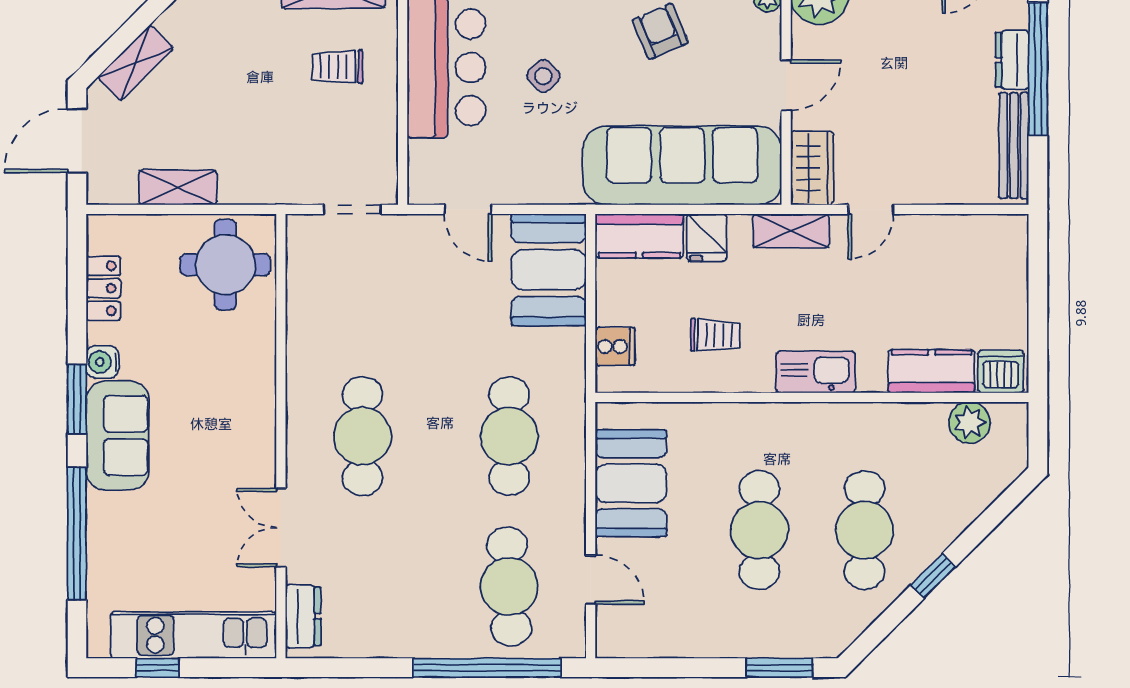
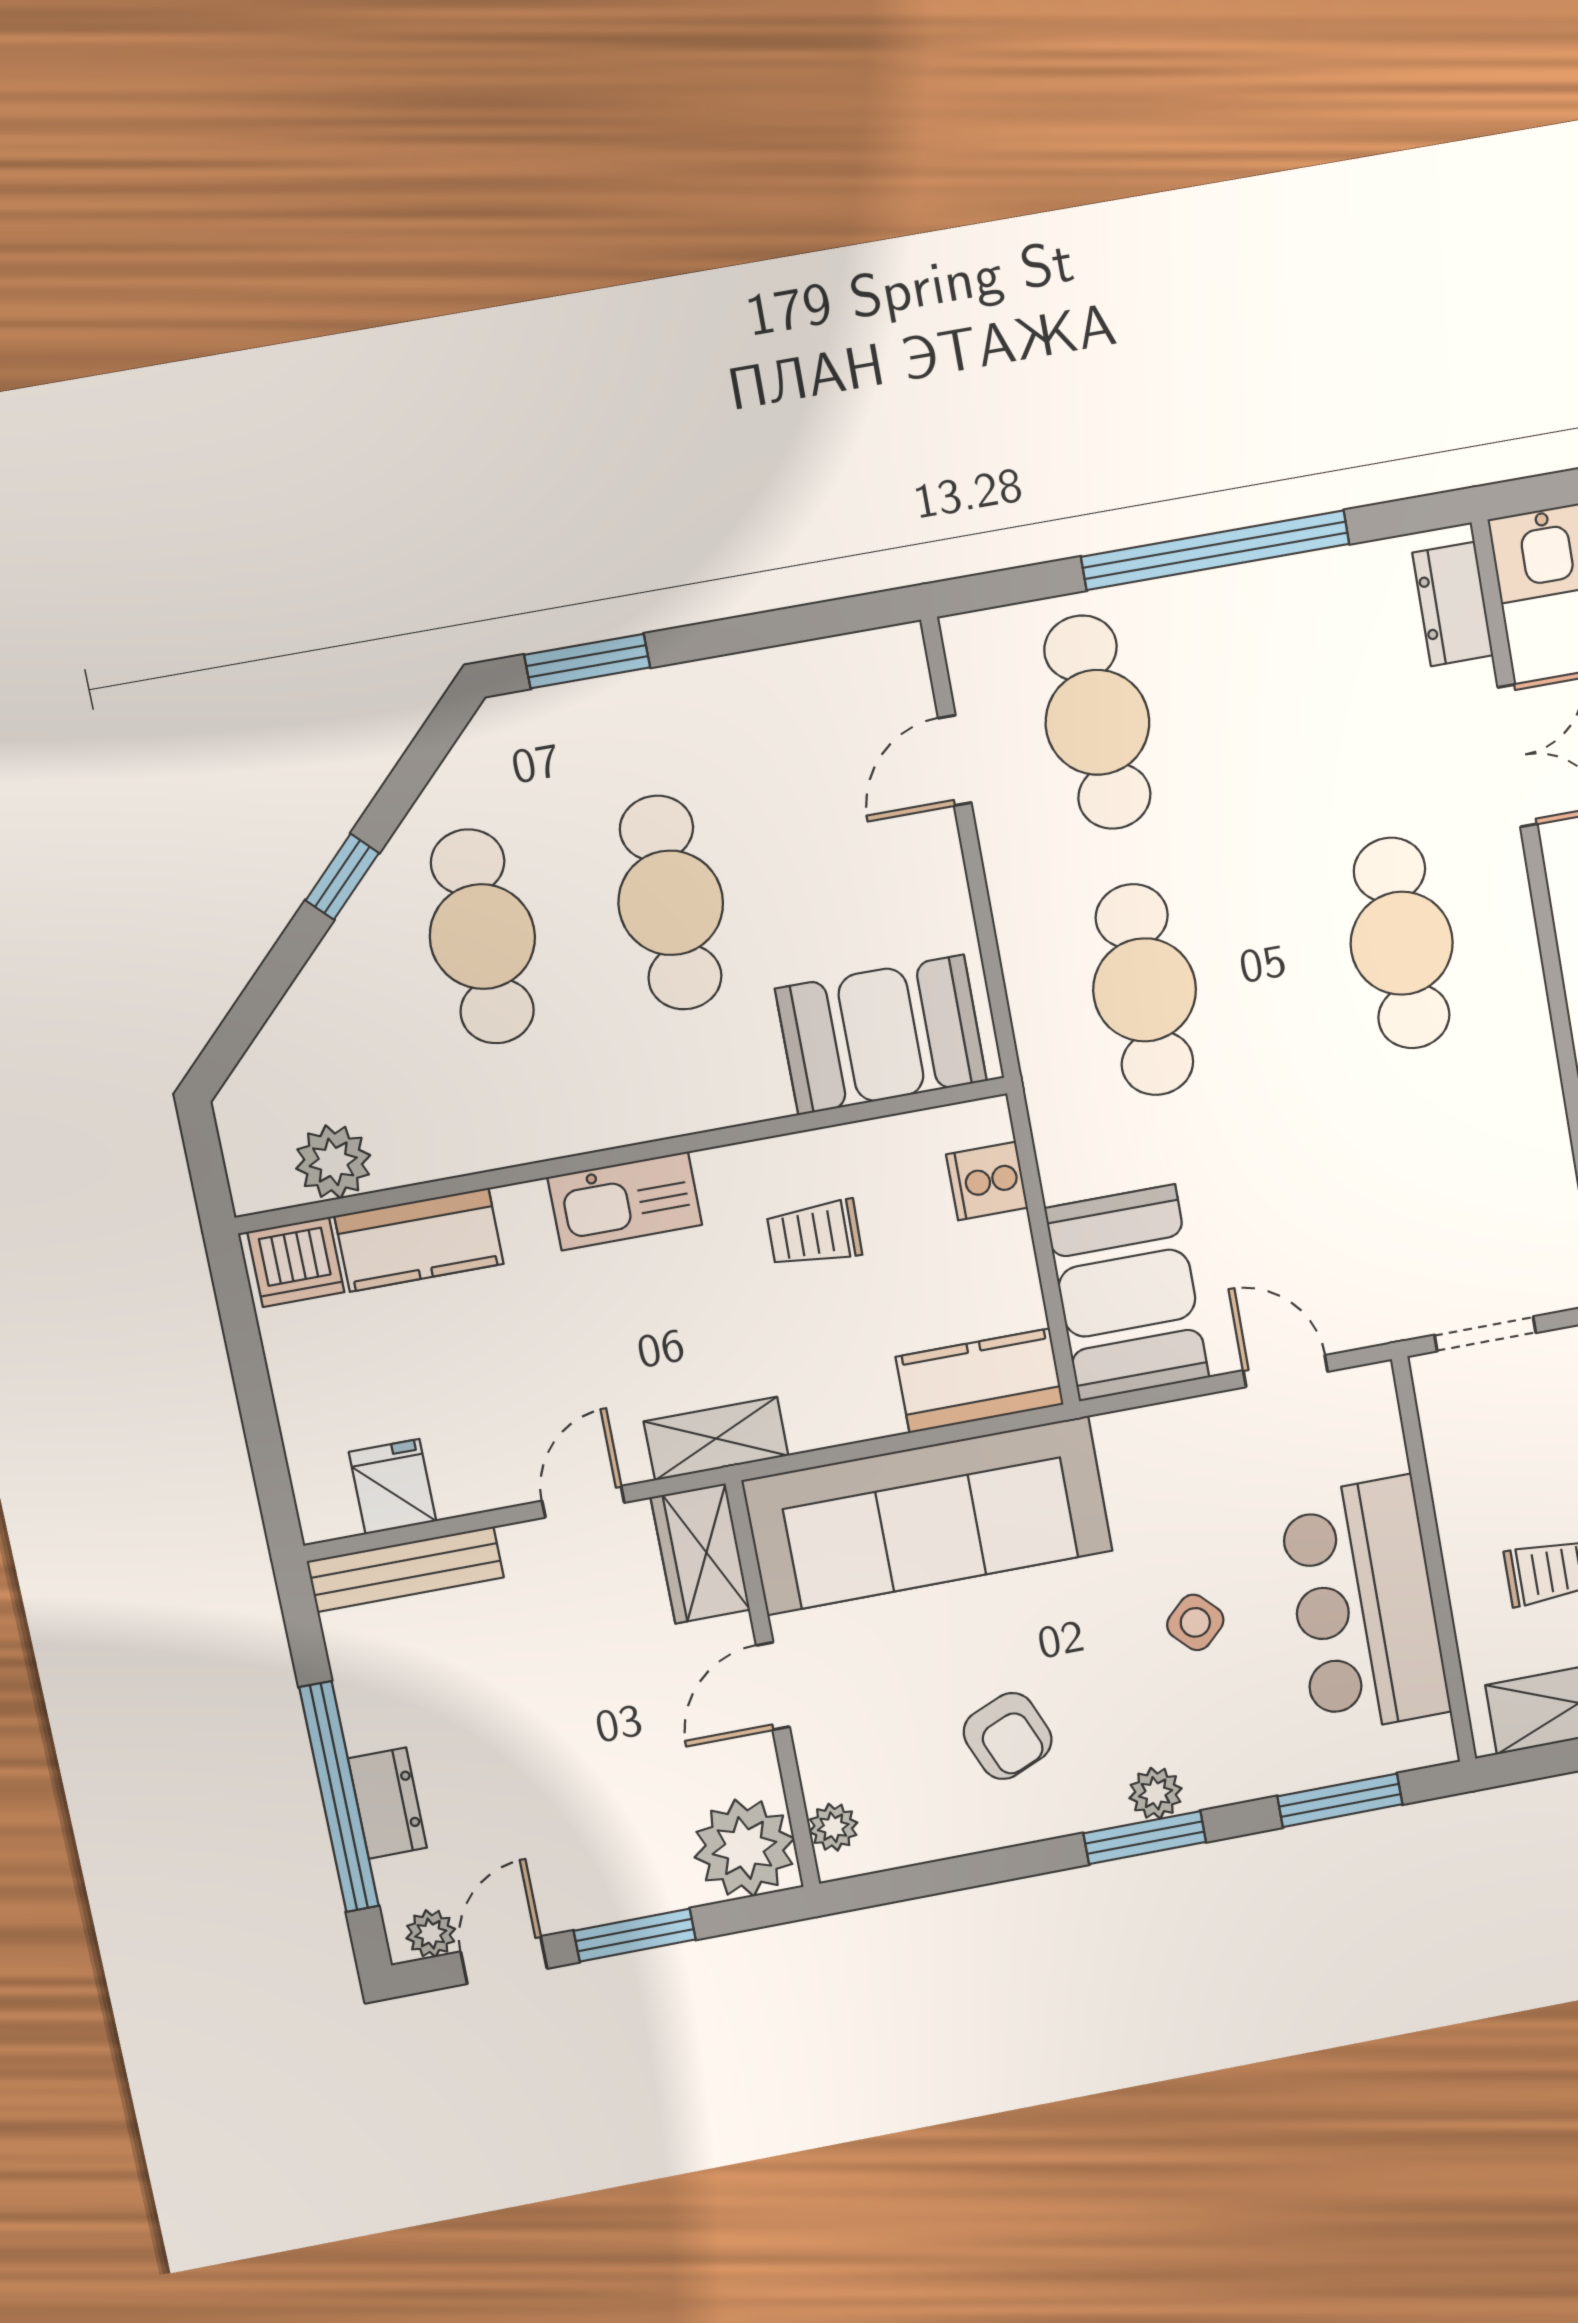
bench: (1014, 146) -> (405, 1569), moved, turned 90
fridge: (706, 238) -> (393, 1487), moved
booth: (631, 483) -> (881, 1035), moved, turned 90
door: (591, 580) -> (955, 760), hinge flipped
window: (487, 668) -> (1215, 550), moved

